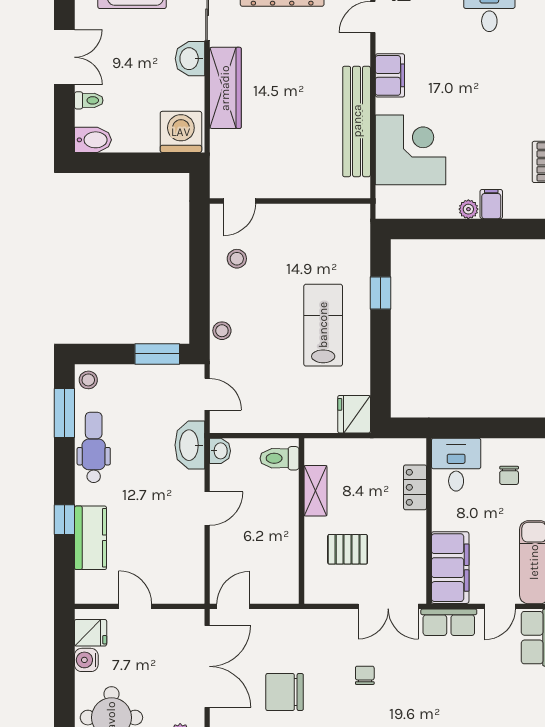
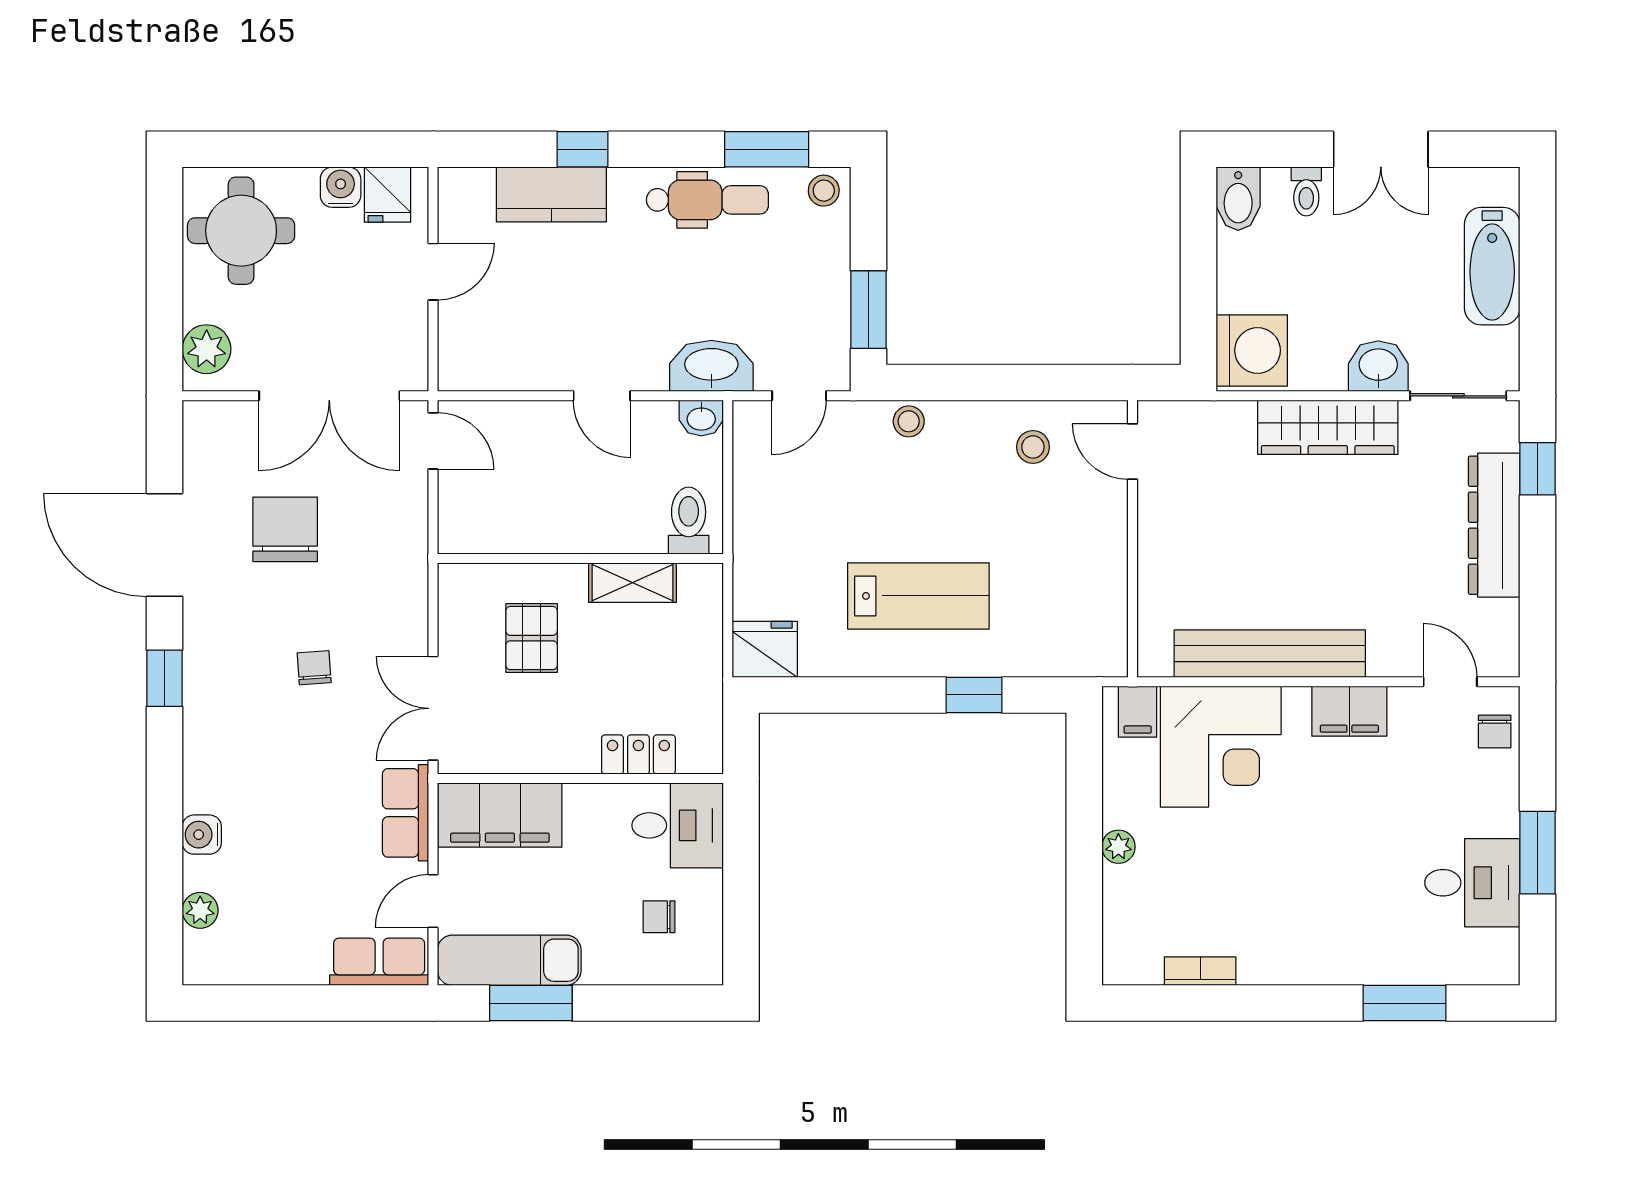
filing cabinet: (491, 204) -> (1138, 712), moved, turned 90
door: (500, 606) -> (433, 901), hinge flipped
chair: (365, 675) -> (314, 668), turned -94

